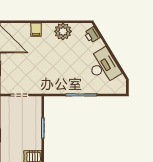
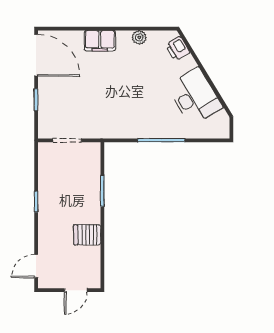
filing cabinet: (36, 30) -> (100, 41), width x2.00
plant: (63, 31) -> (139, 37), width x0.53, depth x0.53

